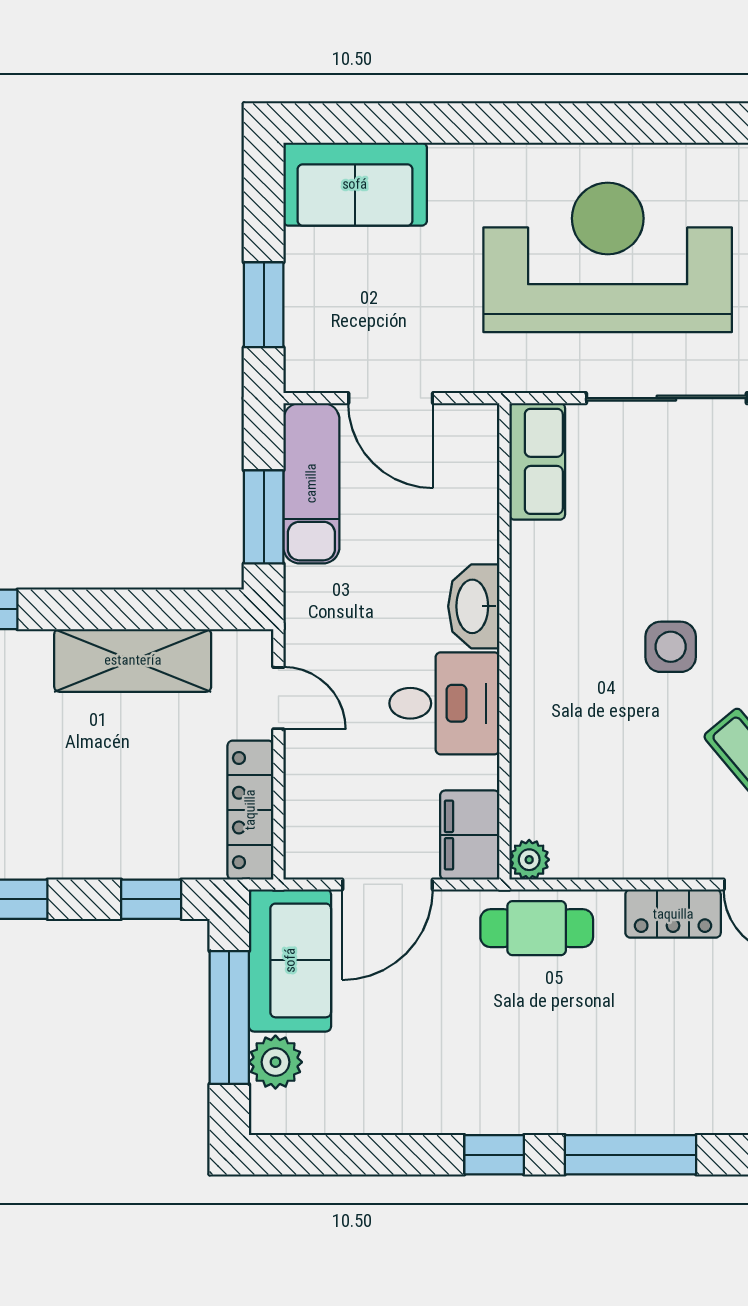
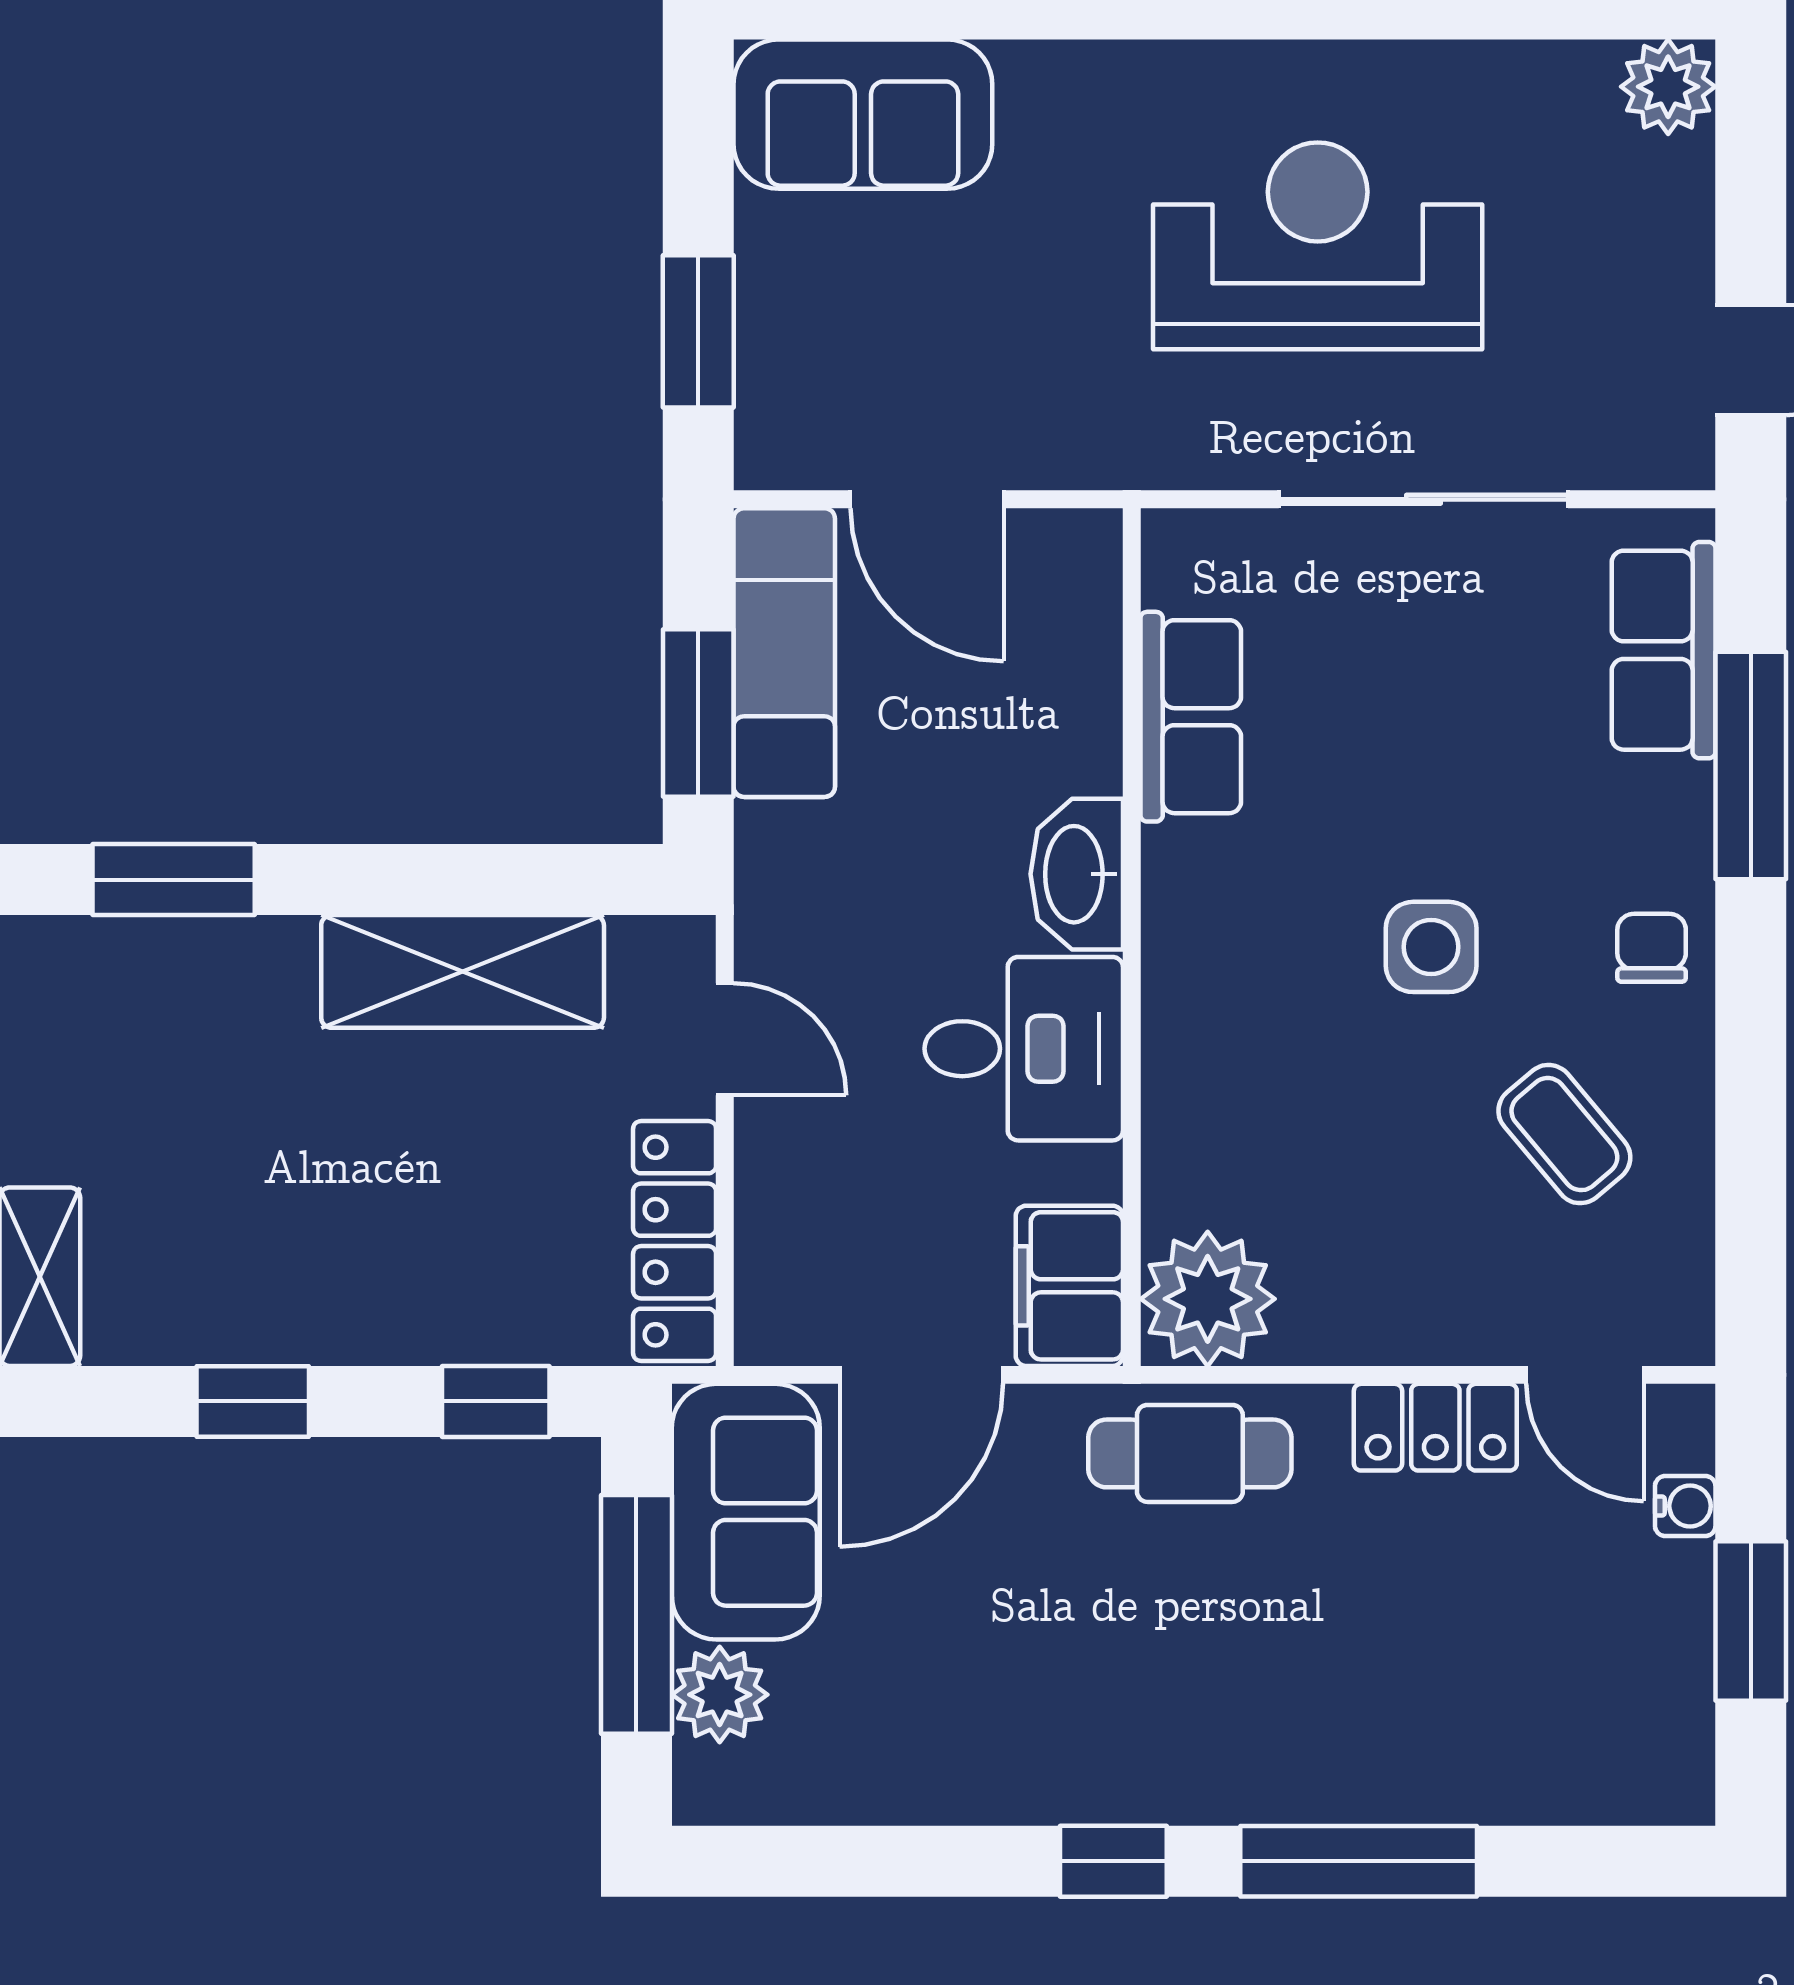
reception desk: (608, 257) -> (1318, 246), width x0.74, depth x0.77
row of seats: (537, 461) -> (1191, 717), moved
plant: (529, 860) -> (1208, 1299), width x1.87, depth x1.87

